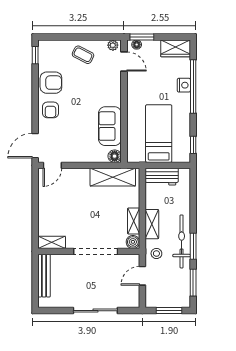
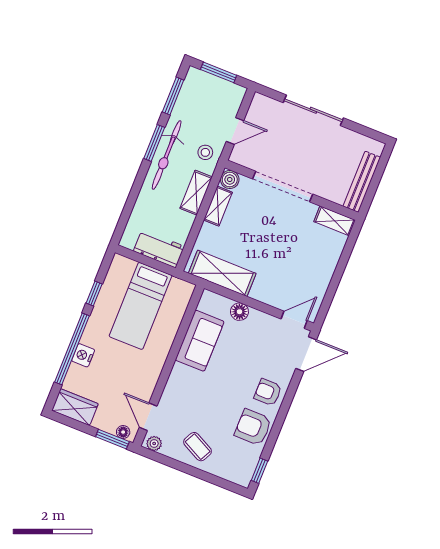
armchair: (50, 110) -> (268, 392), turned -90
window: (193, 145) -> (94, 293), moved
floor lamp: (115, 156) -> (239, 312), moved

